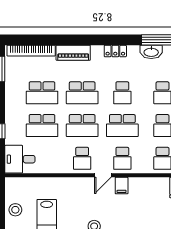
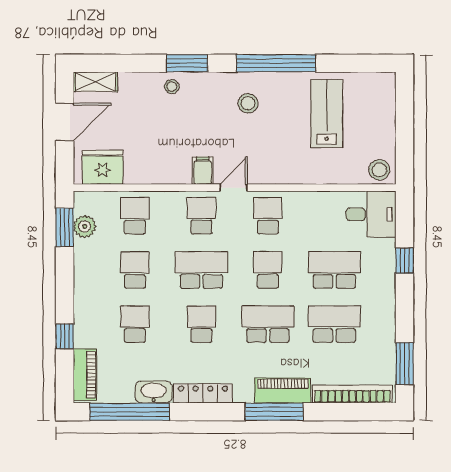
window: (78, 40) -> (274, 412), added
locker: (115, 51) -> (203, 393), width x1.53
school desk: (82, 126) -> (268, 270), width x0.54
stool: (15, 210) -> (379, 170), moved

